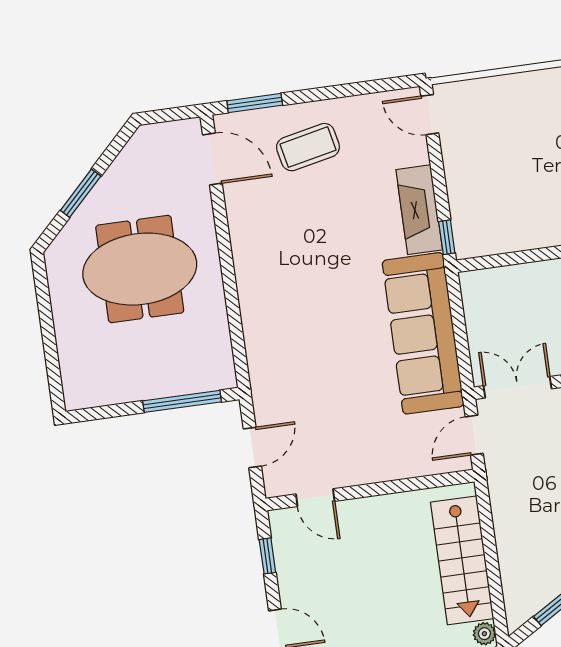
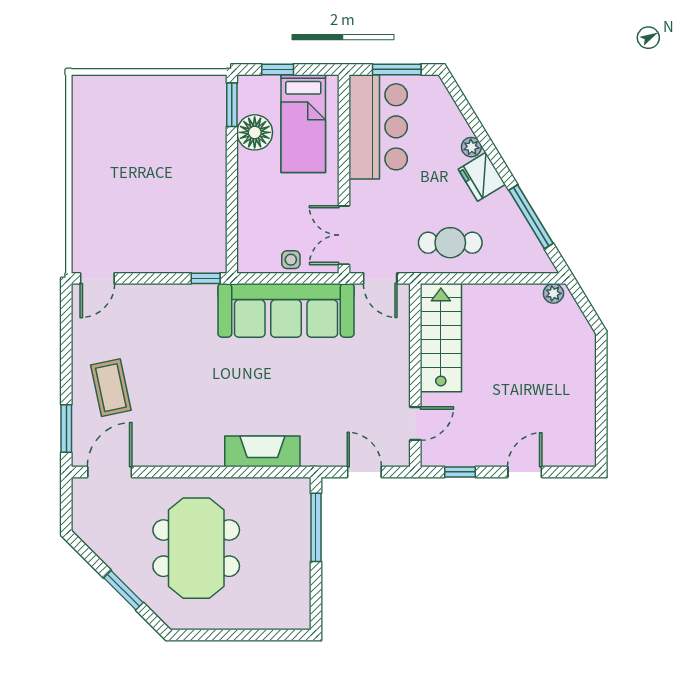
fireplace: (419, 210) -> (262, 451), moved, turned 180
side table: (481, 331) -> (291, 260), added
cafe table: (526, 509) -> (450, 243), added
stairs: (462, 560) -> (441, 338), moved, turned -90

